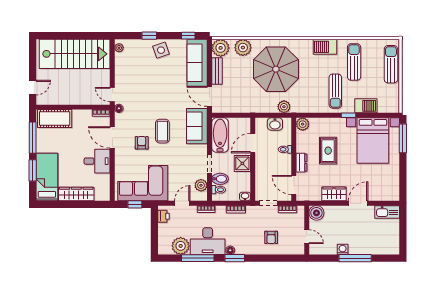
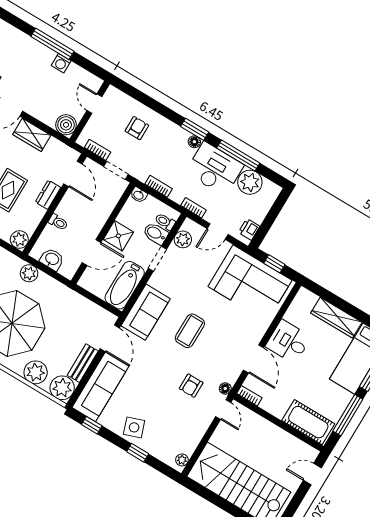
armchair: (142, 143) -> (191, 386), moved

